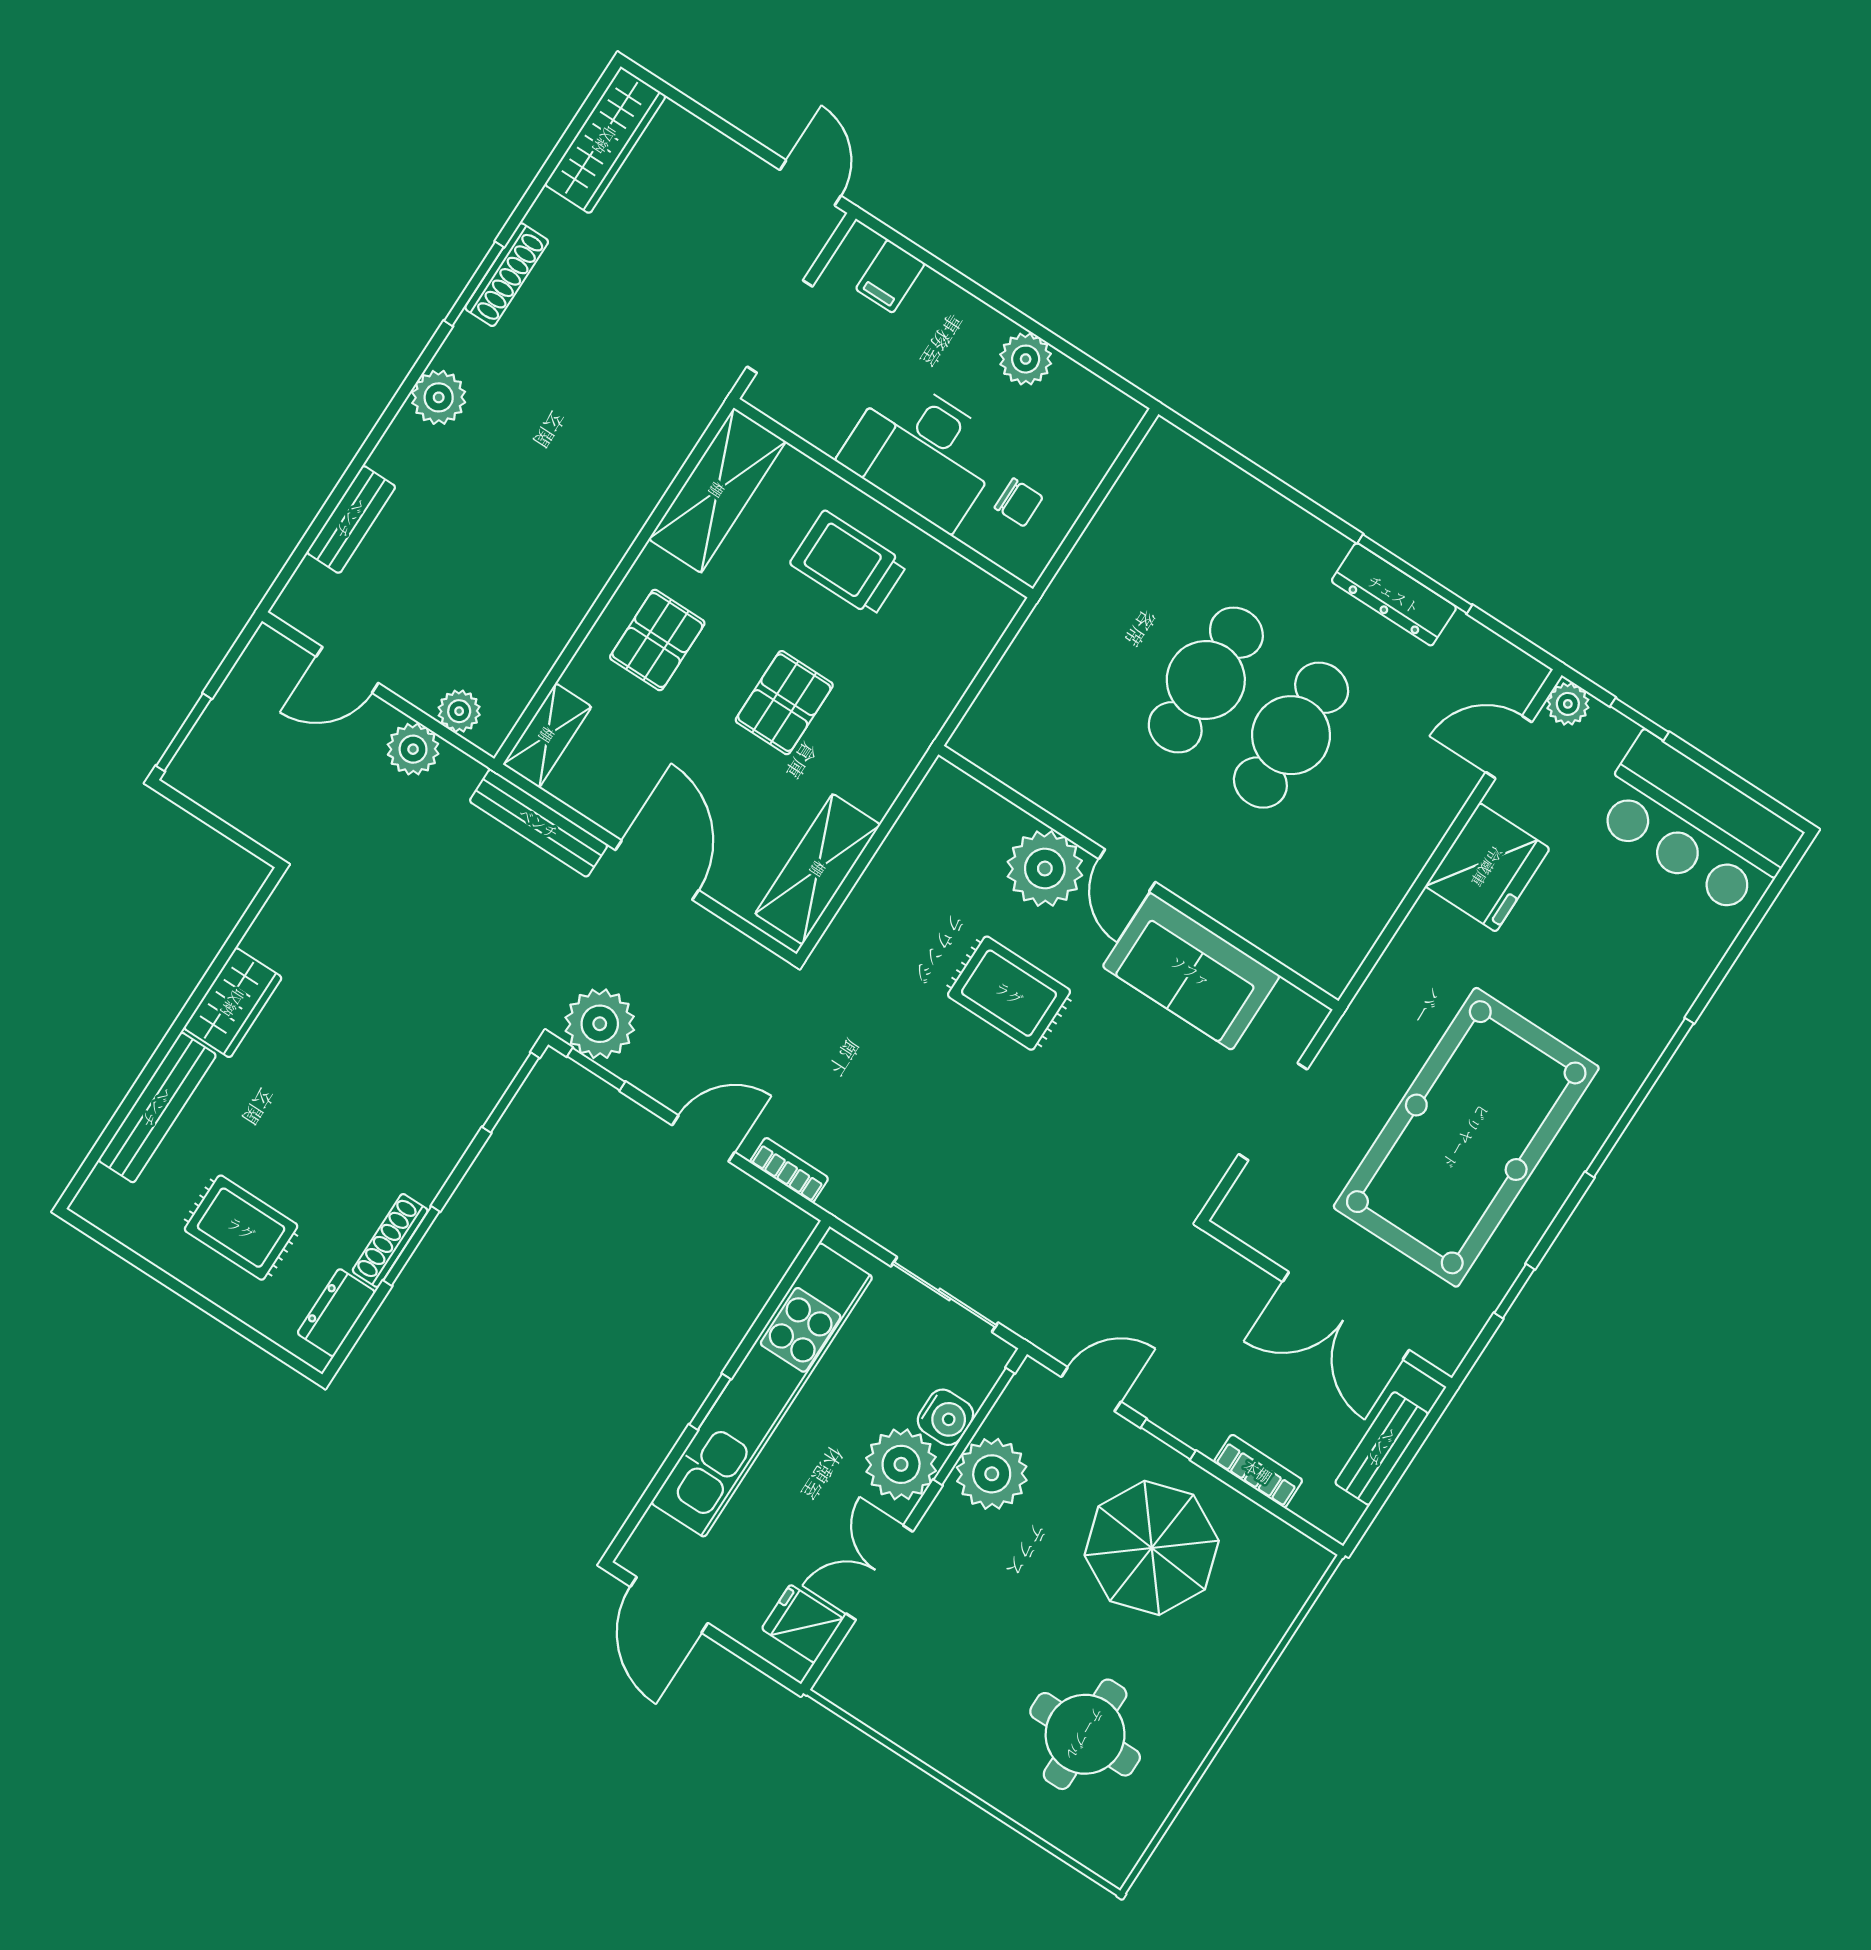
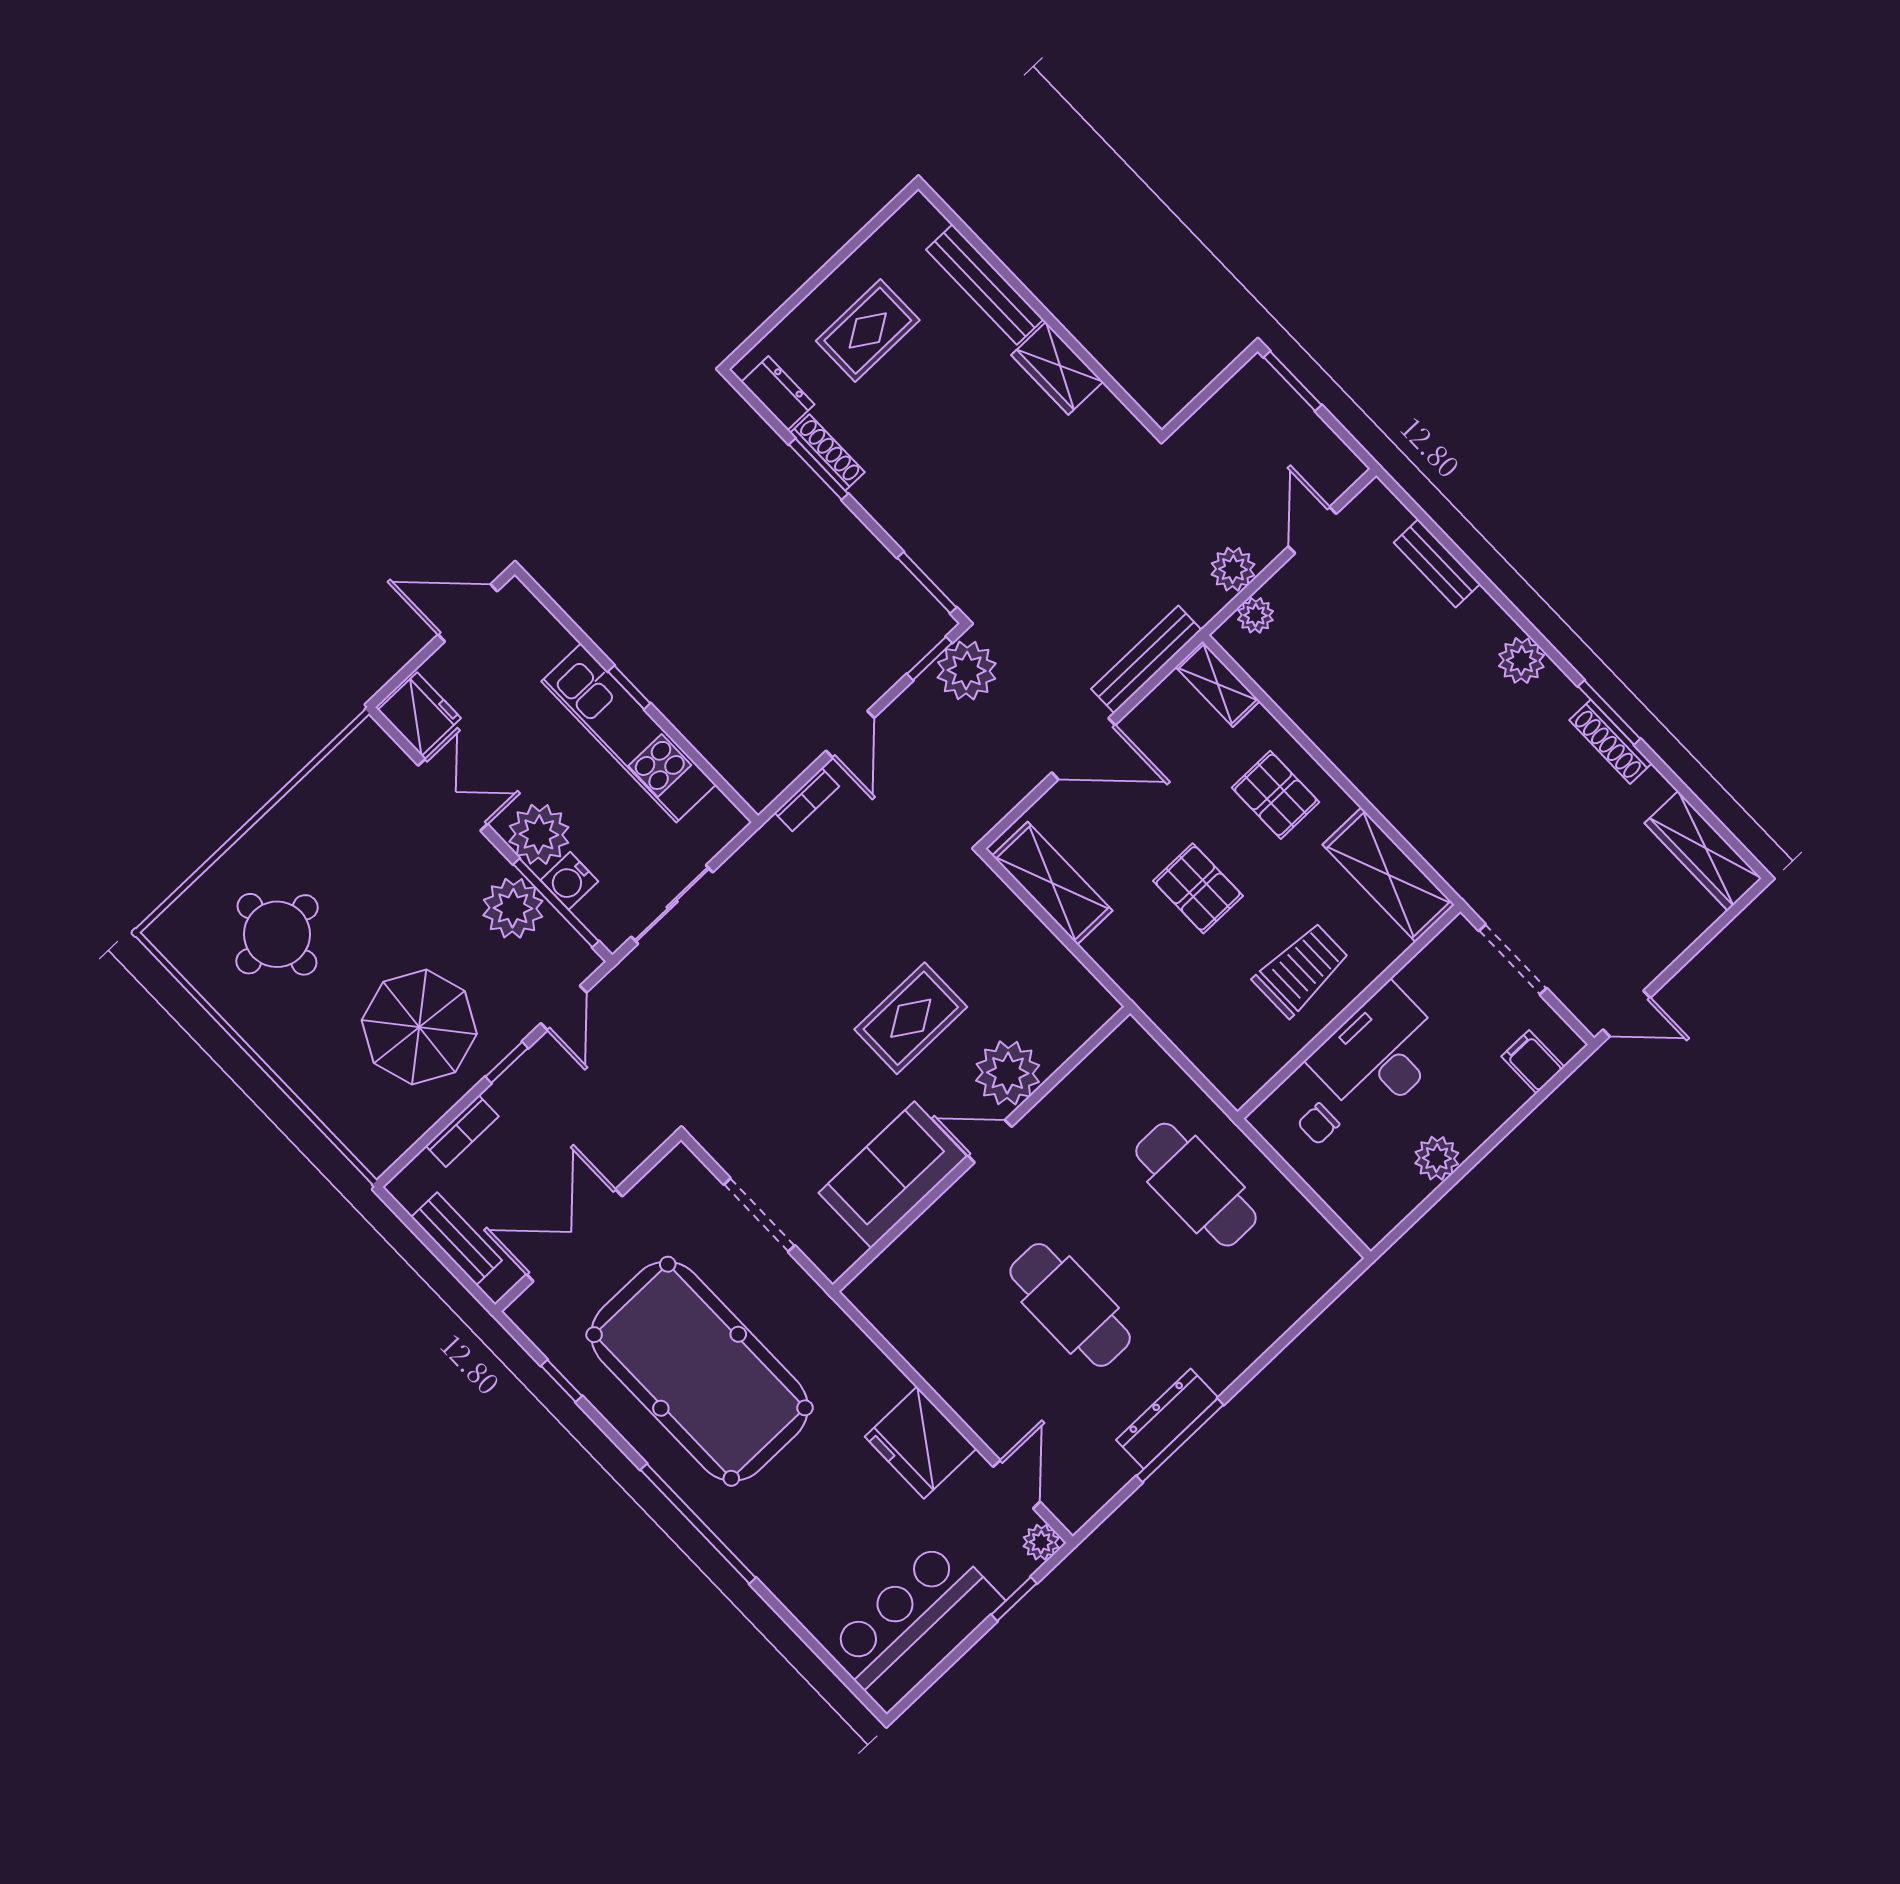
cafe table: (1206, 680) -> (1196, 1185), moved
kitchen unit: (762, 1390) -> (629, 733), width x0.73
fridge: (802, 1624) -> (419, 714), width x1.38

